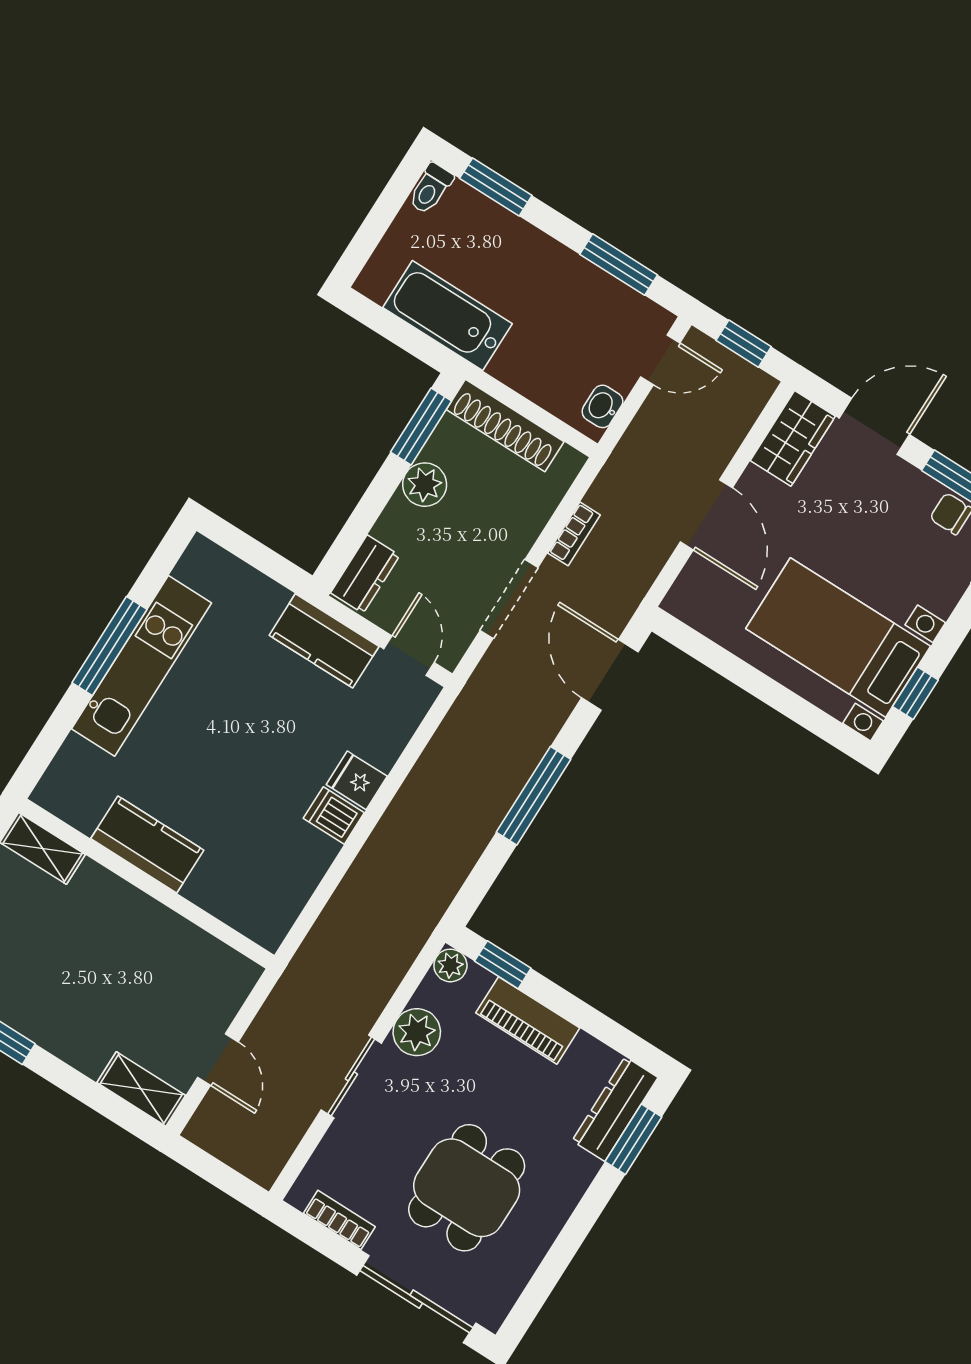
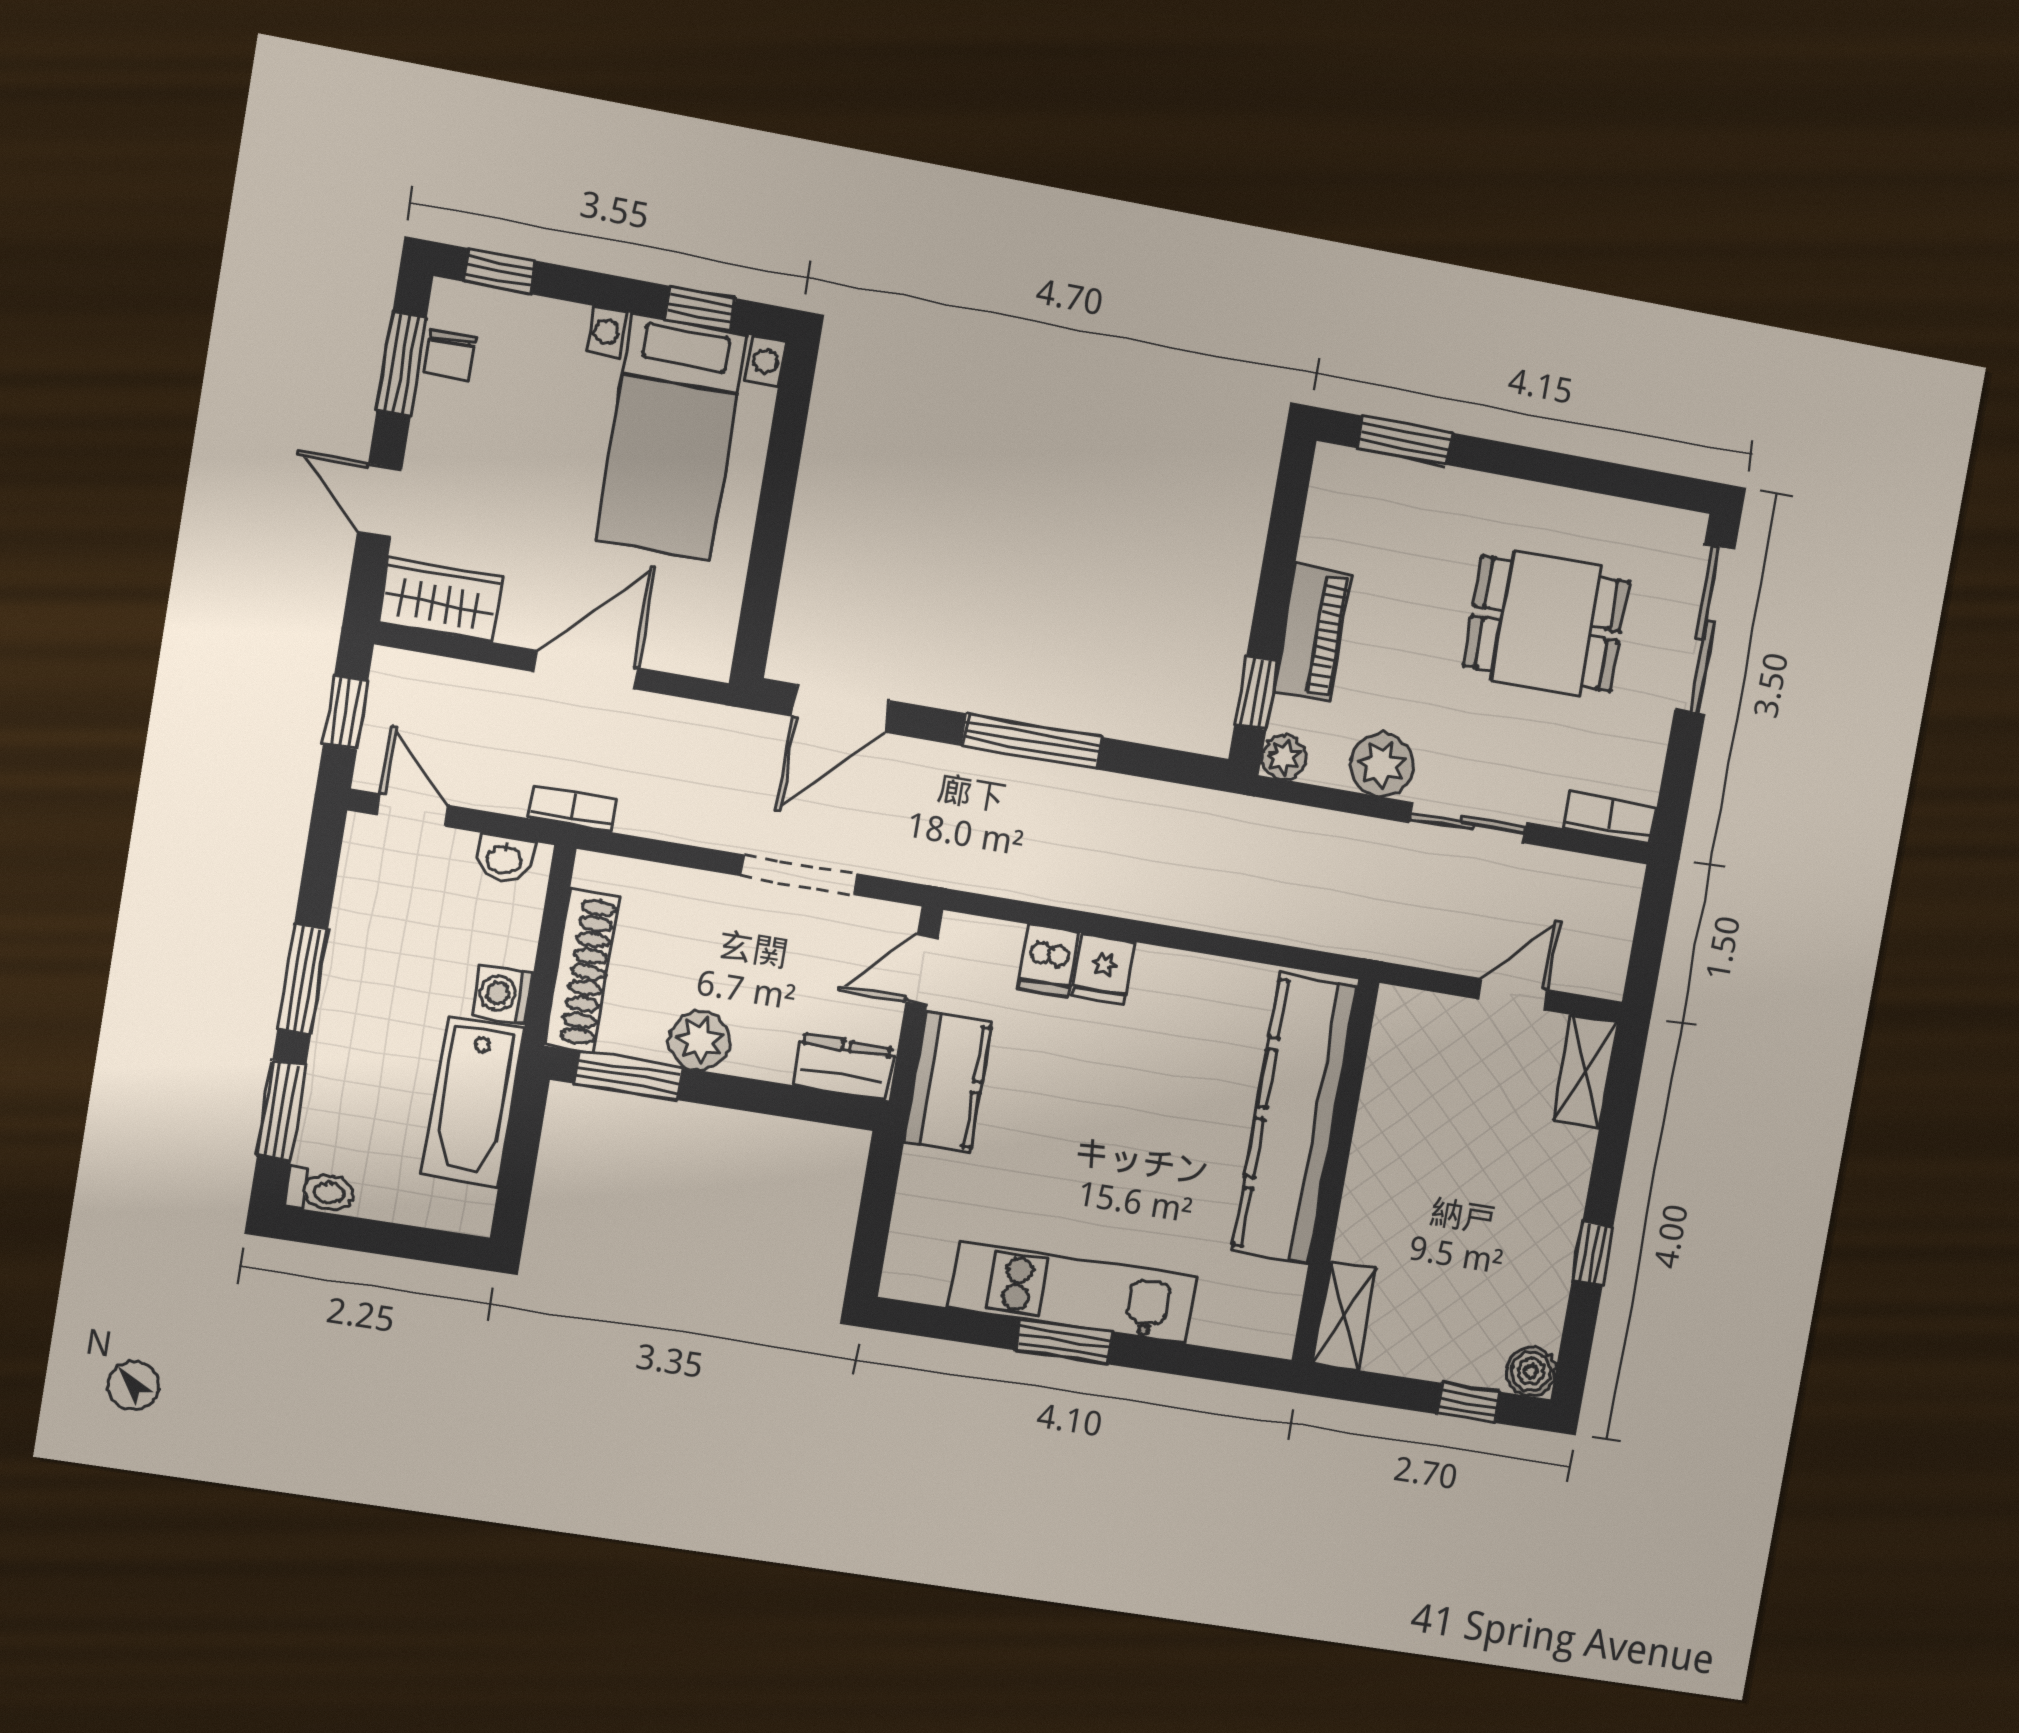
window: (619, 265) -> (303, 979), moved
washing machine: (512, 366) -> (503, 994), added
door: (874, 426) -> (380, 501), width x0.73
bookcase: (574, 534) -> (573, 809), moved
window: (109, 646) -> (1064, 1342), width x0.69
dishwasher: (334, 815) -> (1048, 961), moved
kitchen counter: (147, 844) -> (1295, 1119), width x2.08, depth x1.17
dresser: (615, 1109) -> (1377, 479), removed
bookcase: (339, 1220) -> (1610, 818), moved, turned 90

